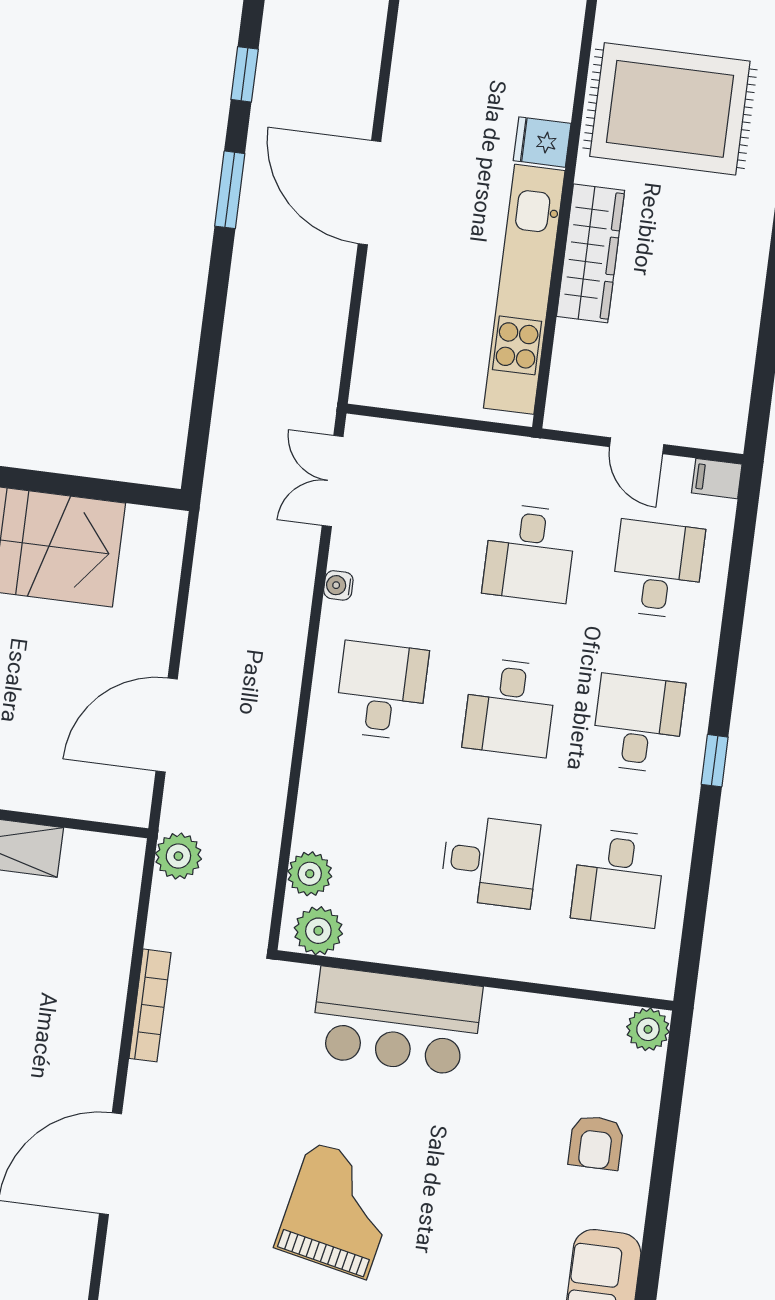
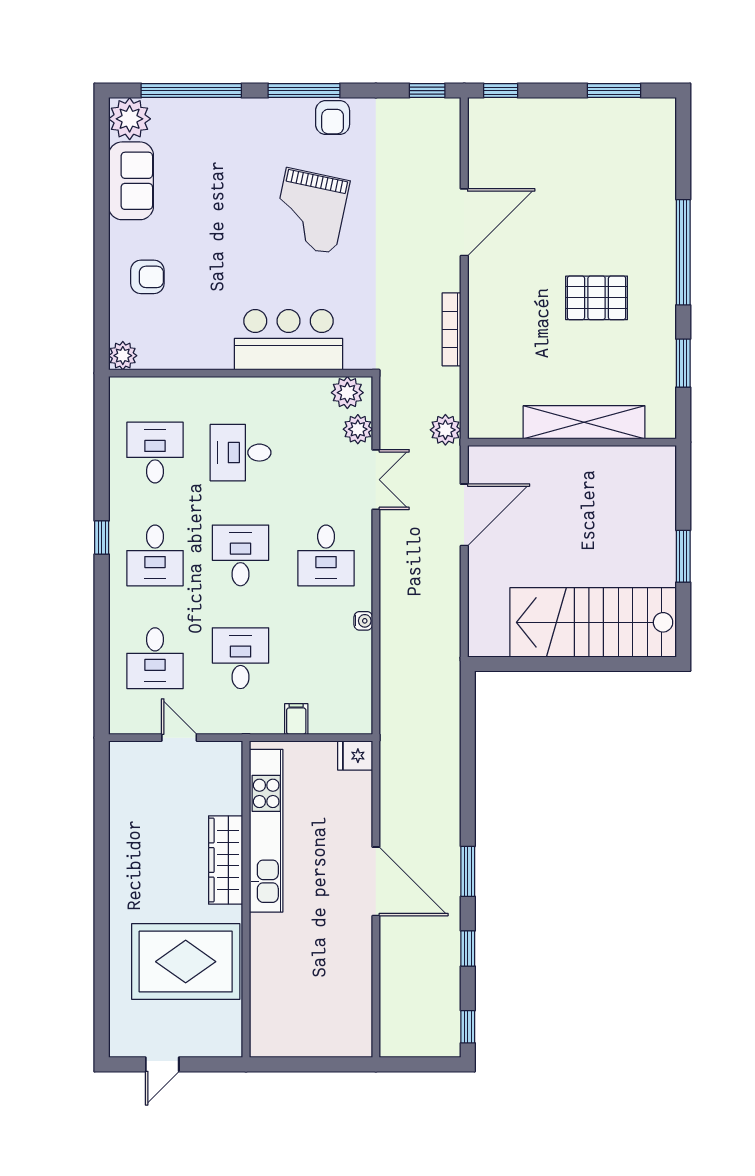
fridge: (542, 142) -> (355, 756), moved, turned 180
filing cabinet: (717, 479) -> (296, 719), moved, turned -90
double door: (333, 481) -> (376, 480), moved
armchair: (596, 1143) -> (147, 277), turned 90

